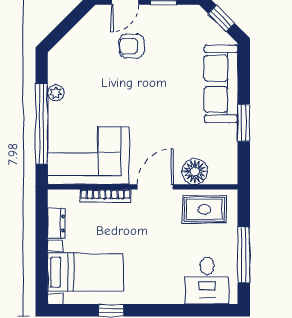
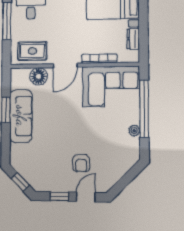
armchair: (132, 46) -> (81, 163), turned 90
sofa: (221, 84) -> (21, 116), moved

